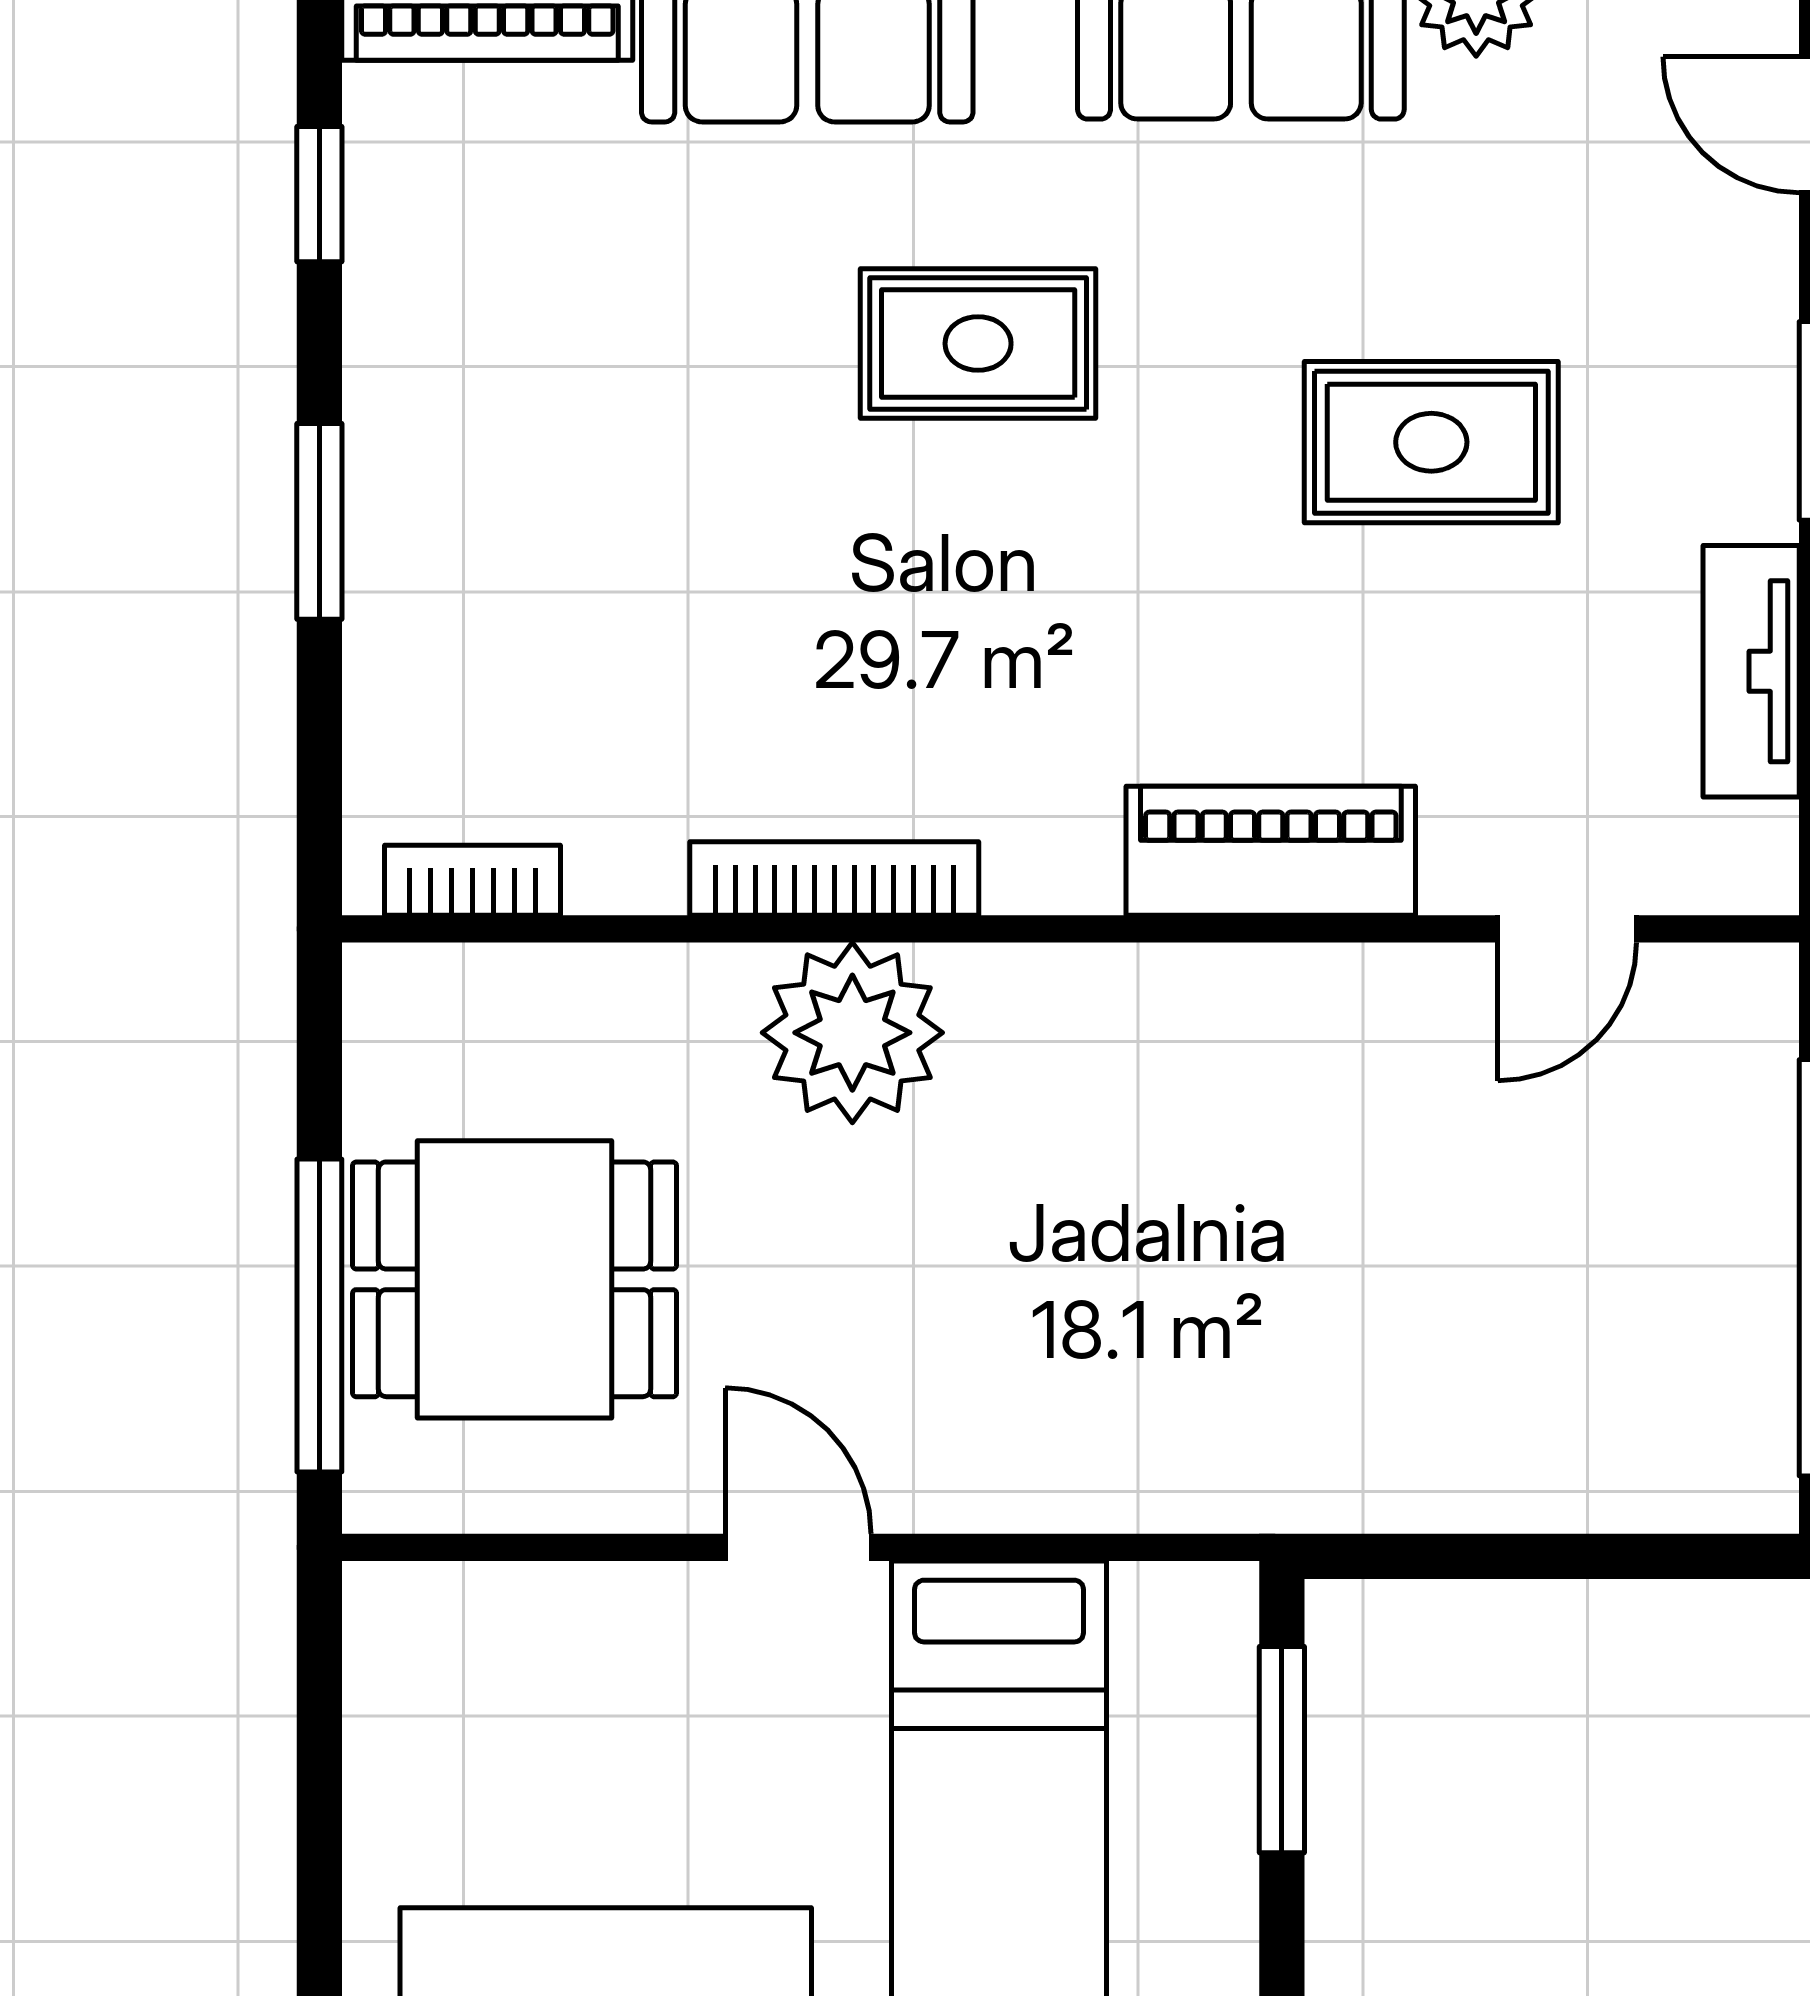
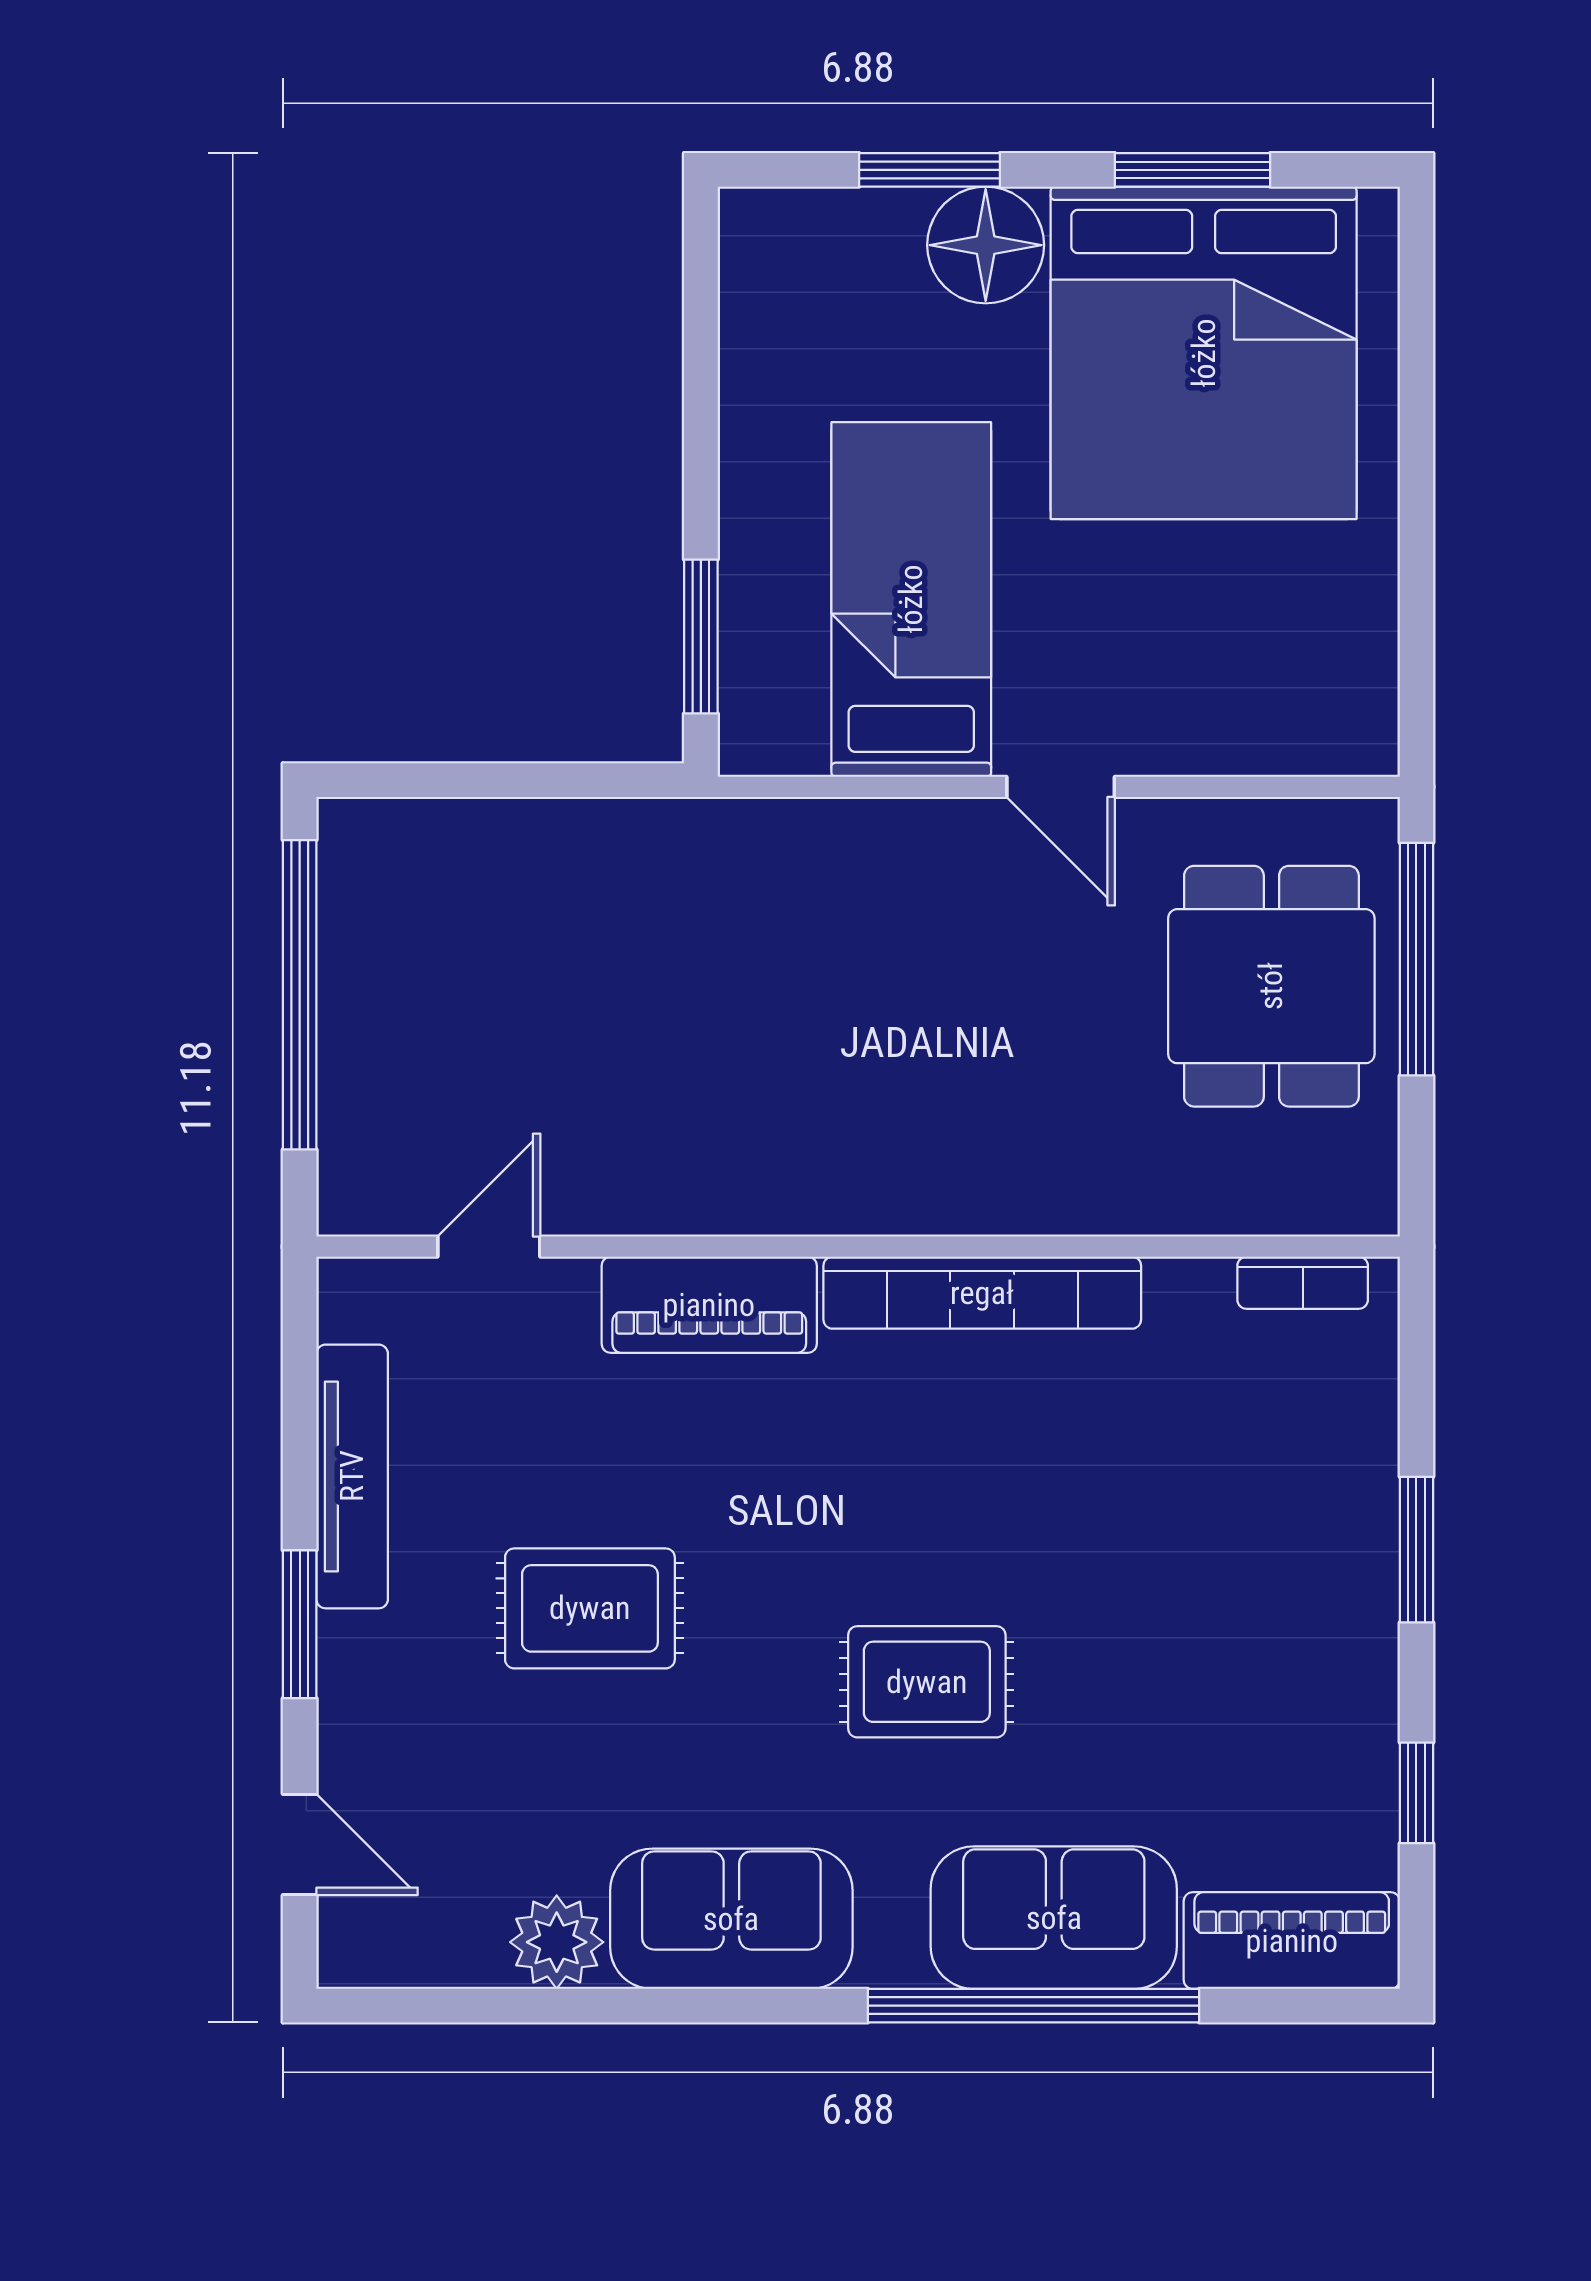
tv unit: (1751, 671) -> (352, 1476), width x1.41
bookcase: (834, 879) -> (982, 1293), width x1.48, depth x1.31
plant: (852, 1033) -> (1020, 1170), removed
dining table: (515, 1279) -> (1271, 986), turned 90

